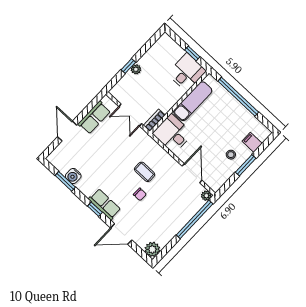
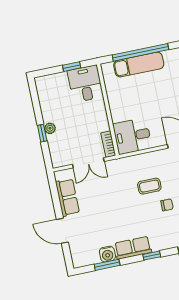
exam couch: (193, 101) -> (139, 65), moved, turned 90
row of seats: (105, 204) -> (133, 248), moved

